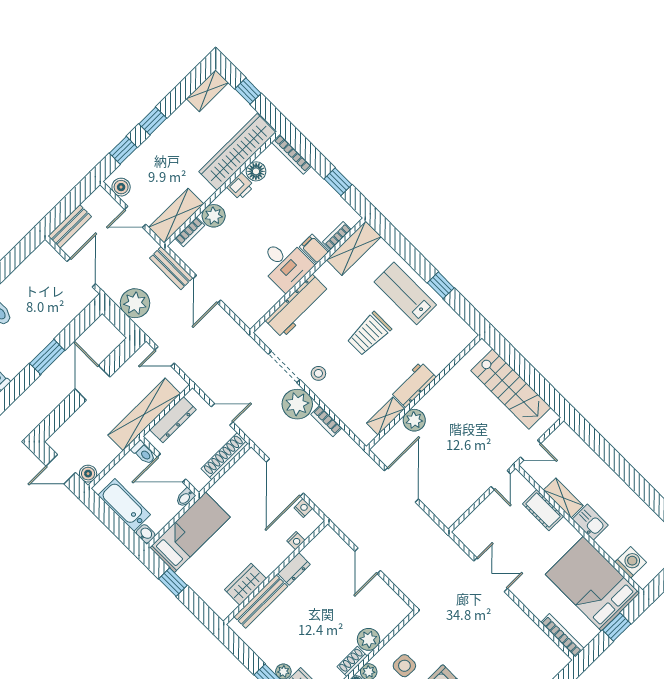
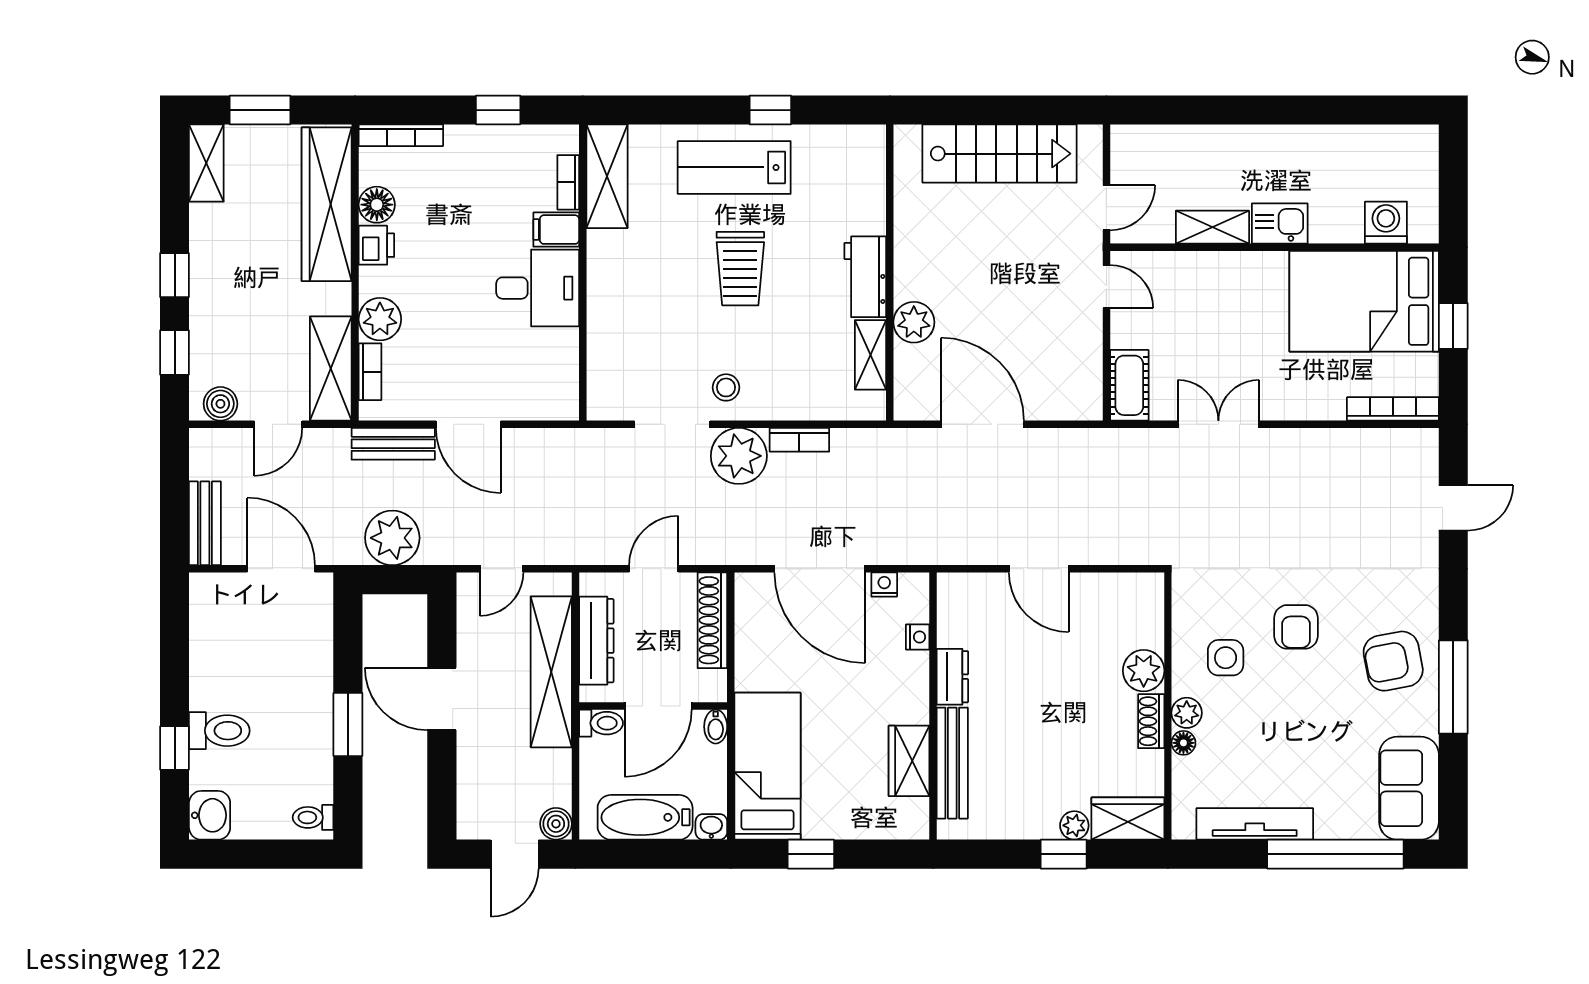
window: (248, 91) -> (260, 110), width x1.50
workbench: (297, 306) -> (610, 327), removed
cot: (543, 510) -> (1129, 385), moved, turned 90

